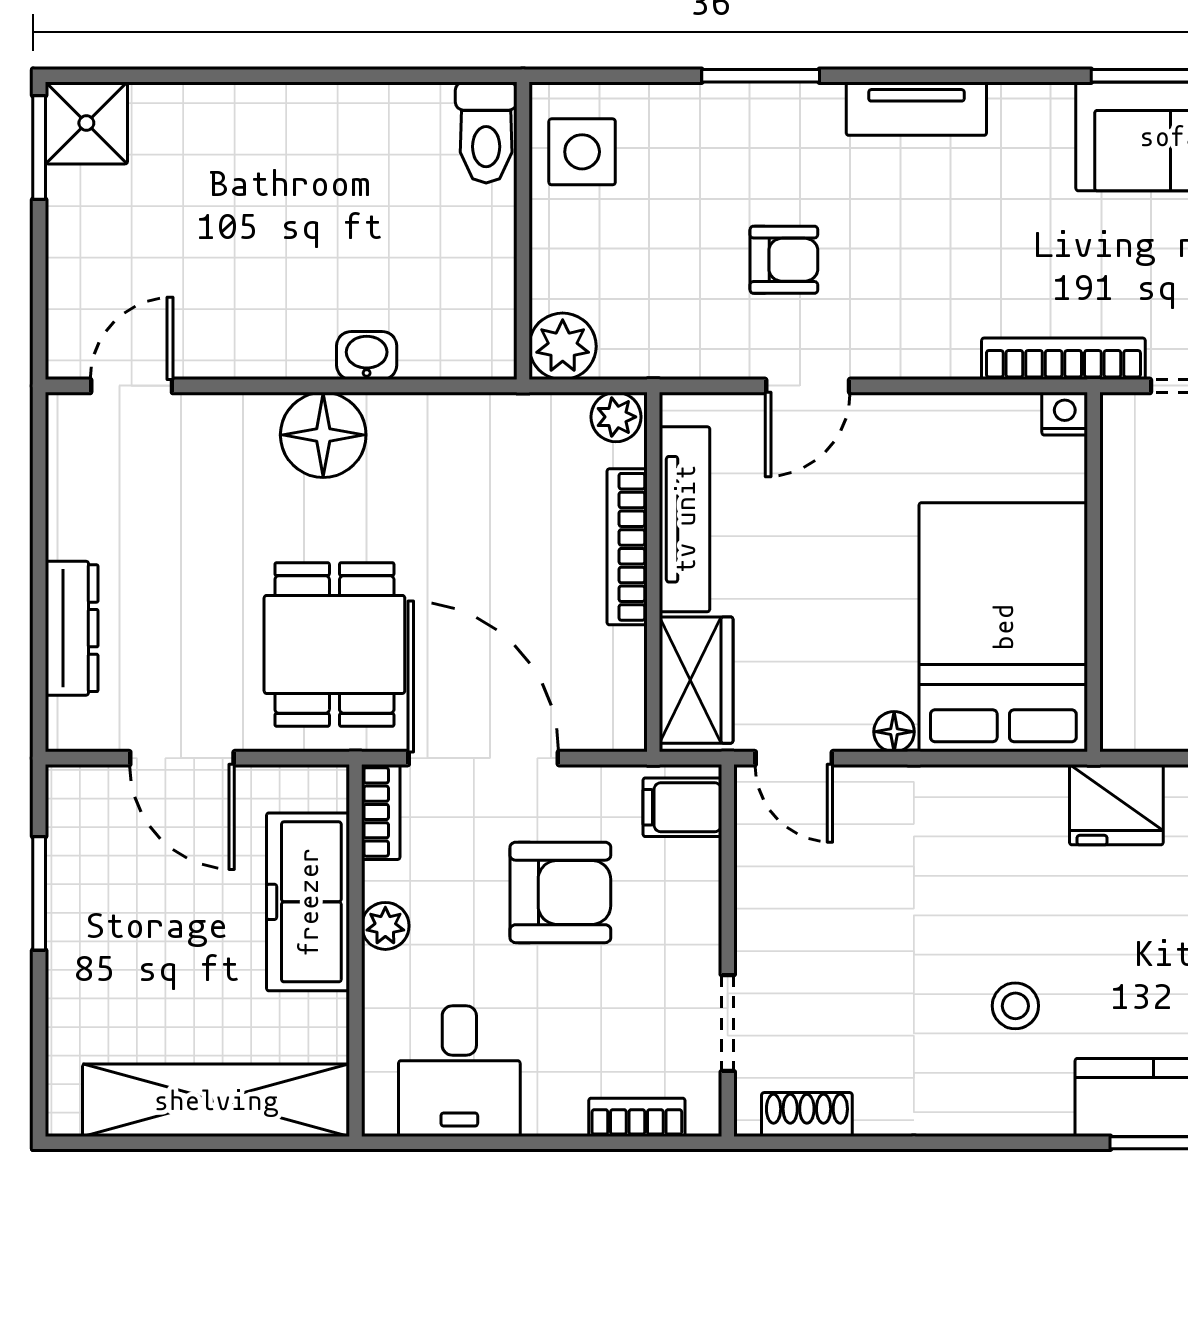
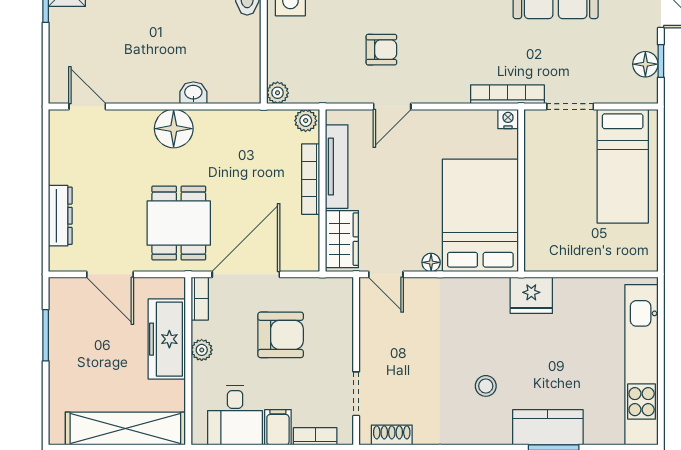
plant: (563, 346) -> (278, 93), width x0.73, depth x0.73
door: (132, 386) -> (87, 107), hinge flipped
door: (483, 758) -> (246, 274), hinge flipped
filing cabinet: (682, 807) -> (278, 427), moved, turned 90

